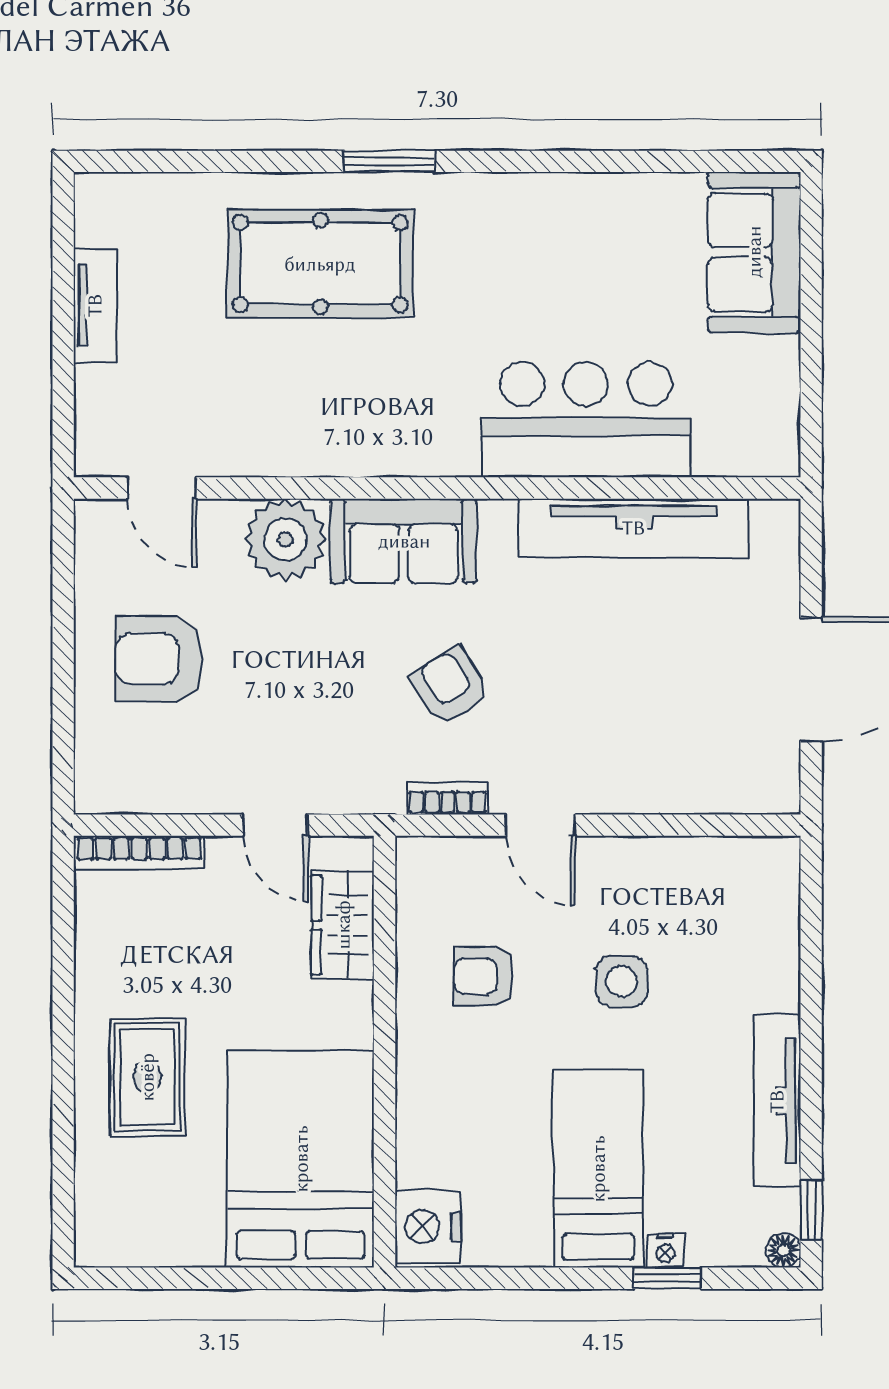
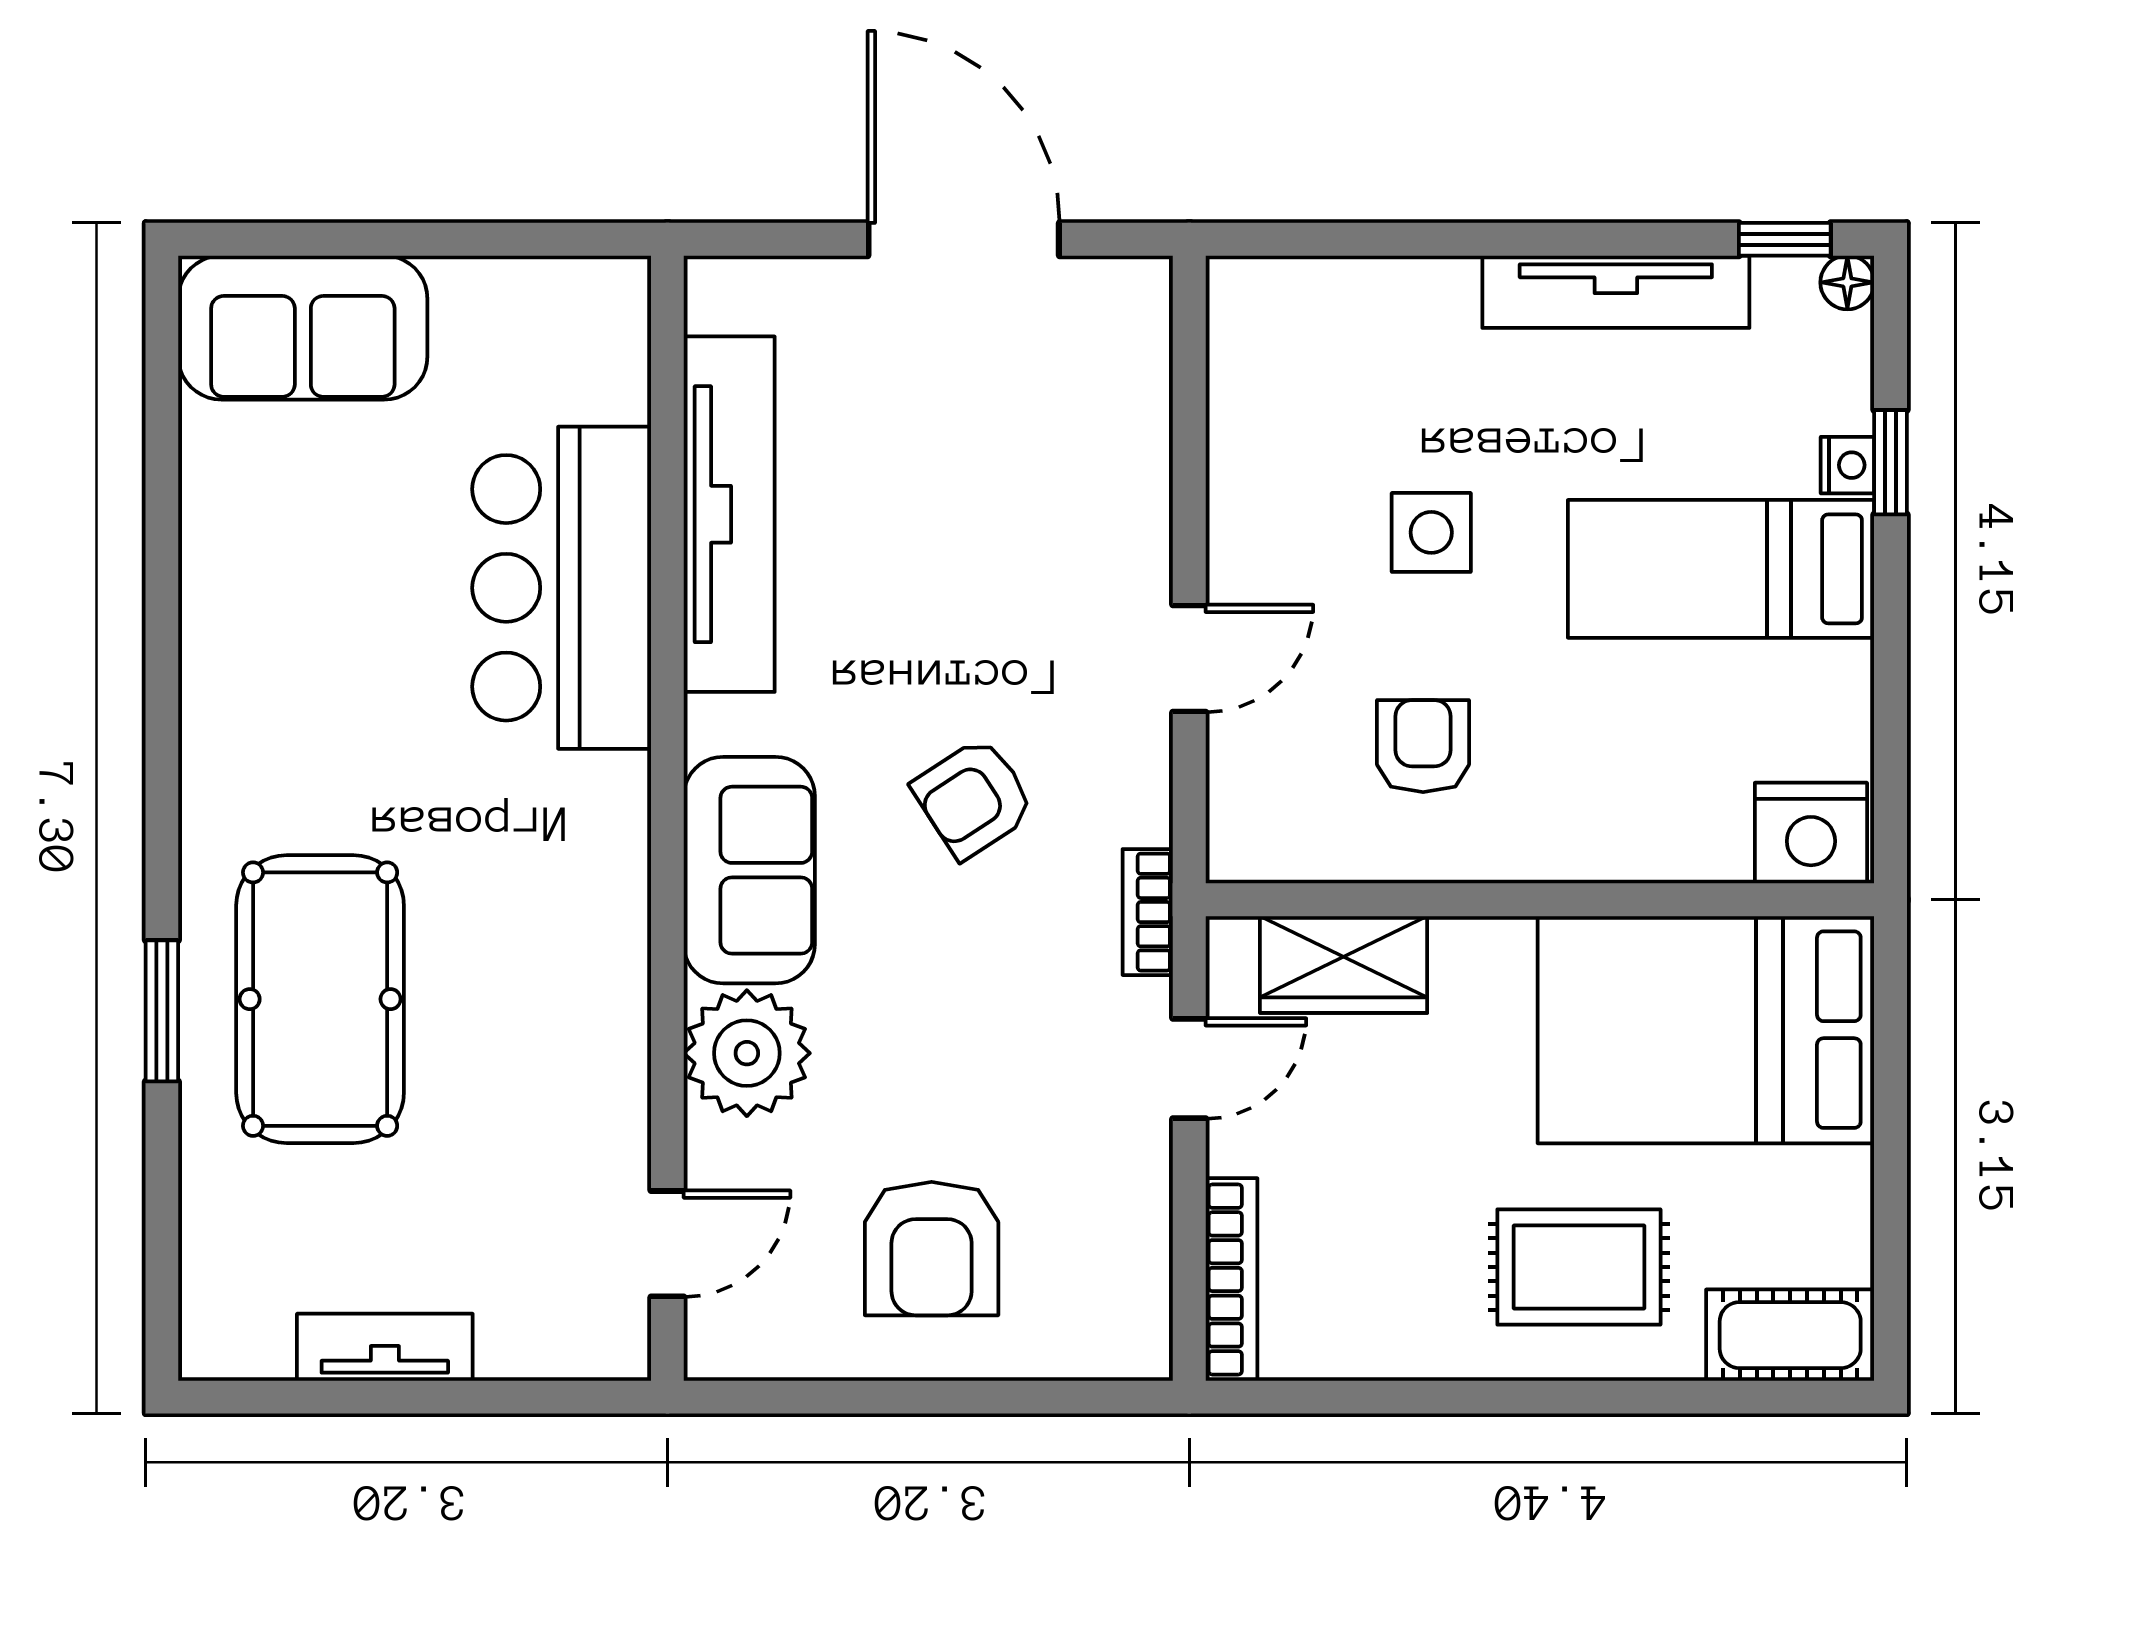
window: (389, 161) -> (162, 1011), moved
bookcase: (448, 798) -> (1148, 912), moved
armchair: (484, 976) -> (1423, 746), turned 180
cot: (103, 1213) -> (1790, 1335), added

